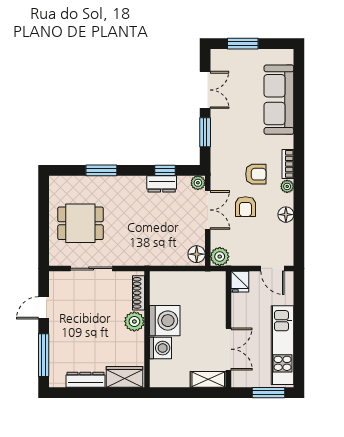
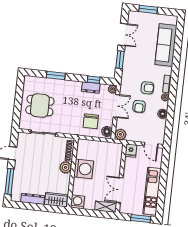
chair: (168, 240) -> (91, 121), added
washing machine: (160, 348) -> (77, 202), moved, turned -90
double door: (229, 349) -> (120, 190), swing flipped

